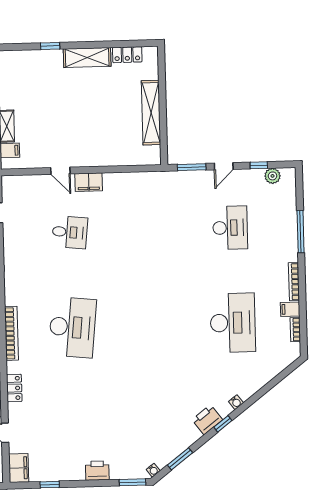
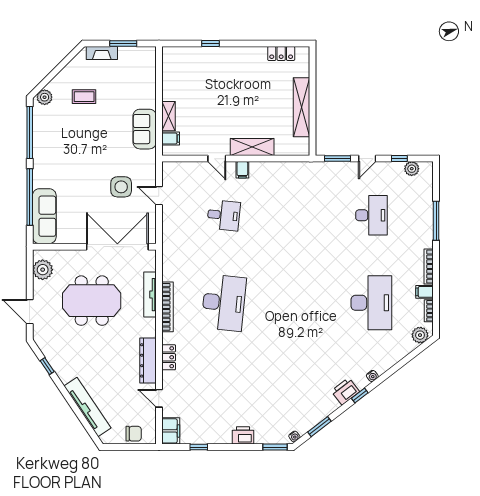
shelving: (87, 57) -> (252, 147), moved
filing cabinet: (89, 182) -> (242, 170), width x0.50
plant: (287, 356) -> (420, 335), added

